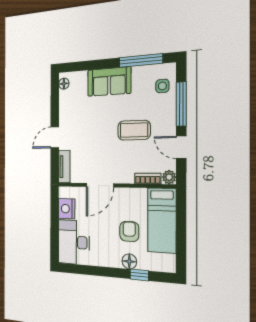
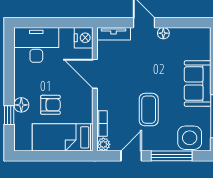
floor lamp: (64, 84) -> (163, 33), moved
side table: (162, 86) -> (190, 138), width x1.87, depth x1.87
nightstand: (67, 209) -> (84, 38), moved, turned 90

